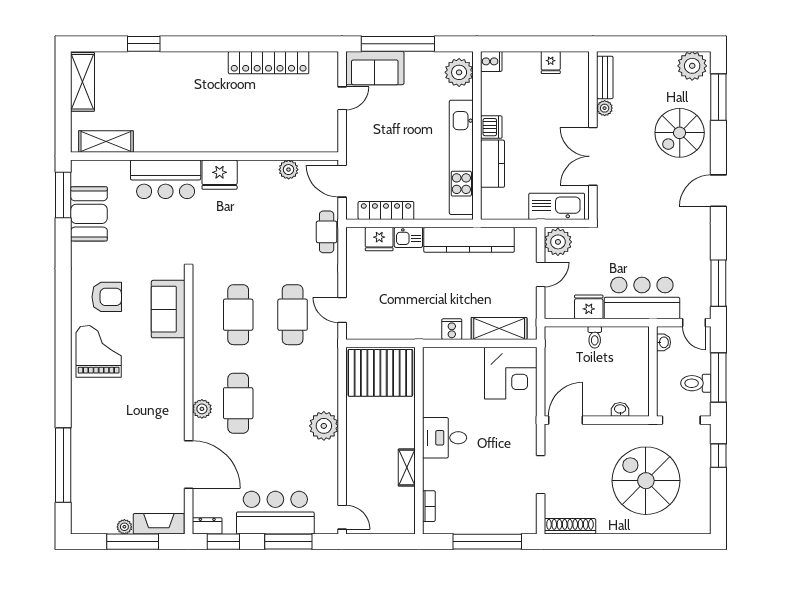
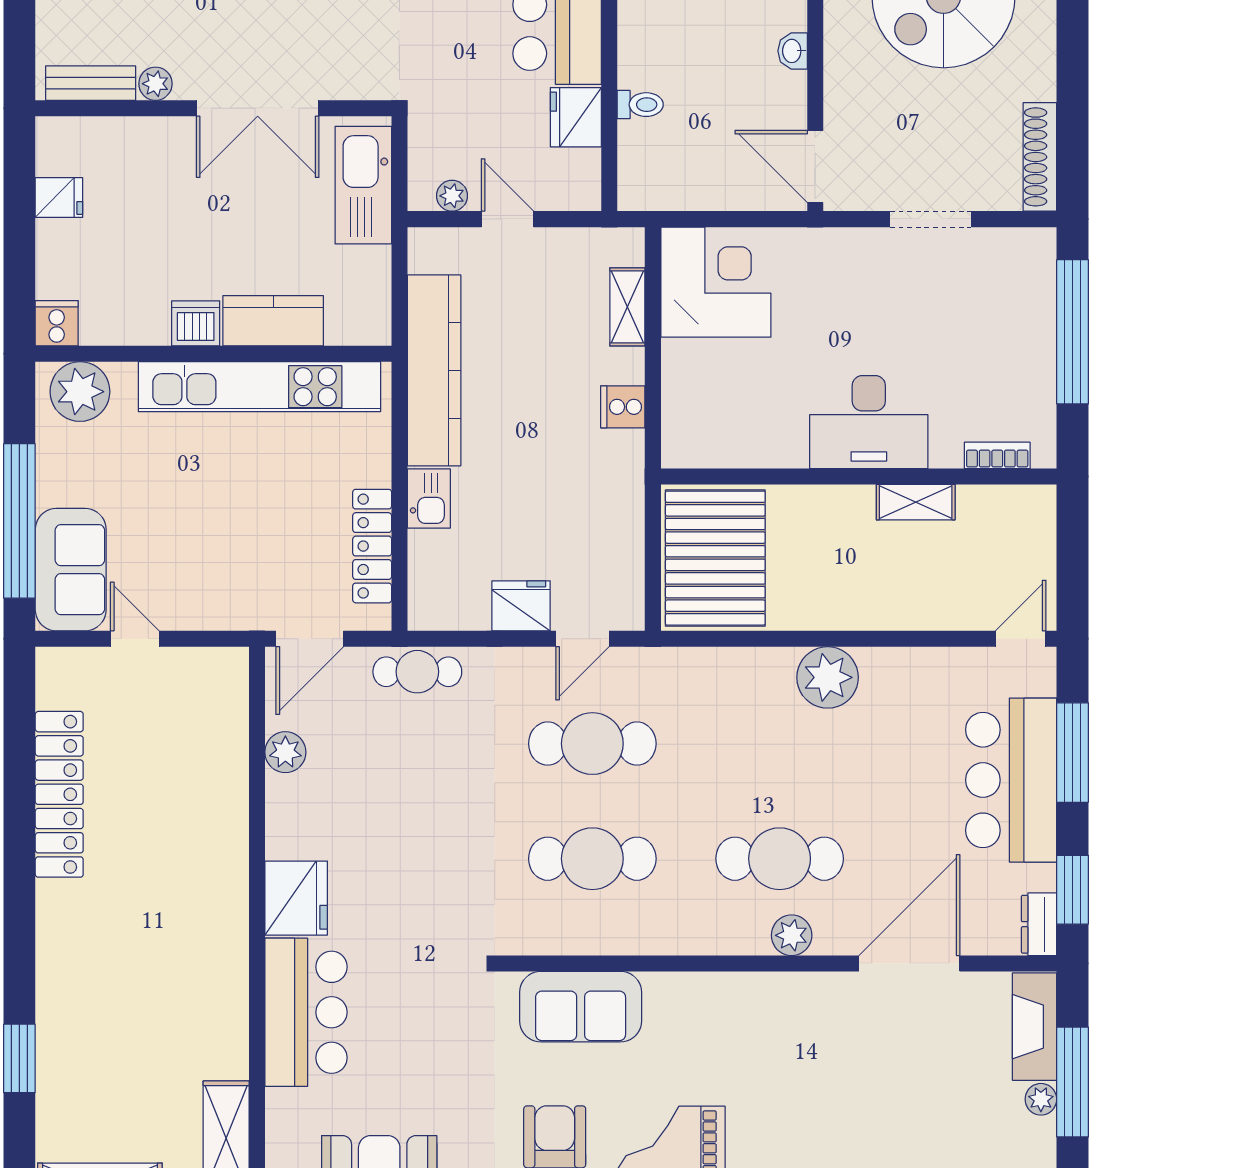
fridge: (379, 239) -> (521, 606), moved, turned -90
plant: (558, 242) -> (452, 196), width x0.53, depth x0.53
shelving: (499, 328) -> (627, 307), width x0.67, depth x0.75
desk: (445, 438) -> (869, 422), width x1.37

